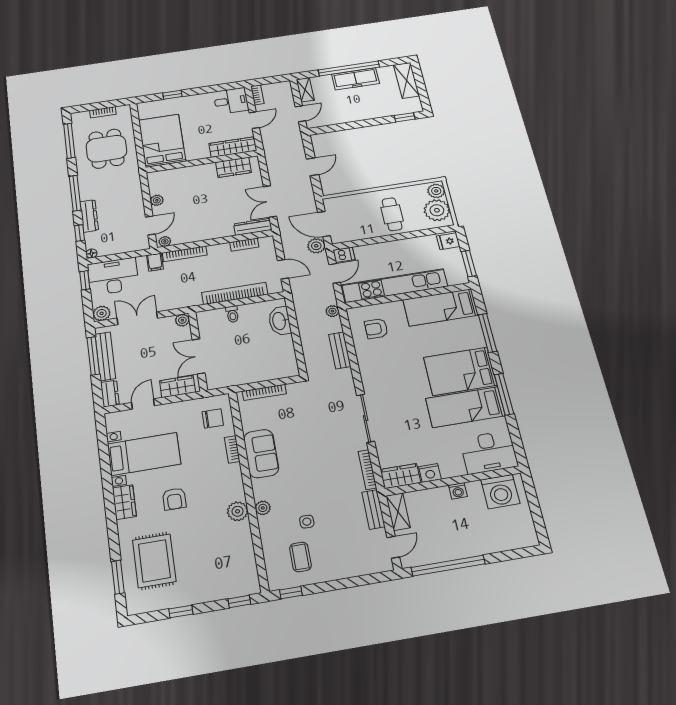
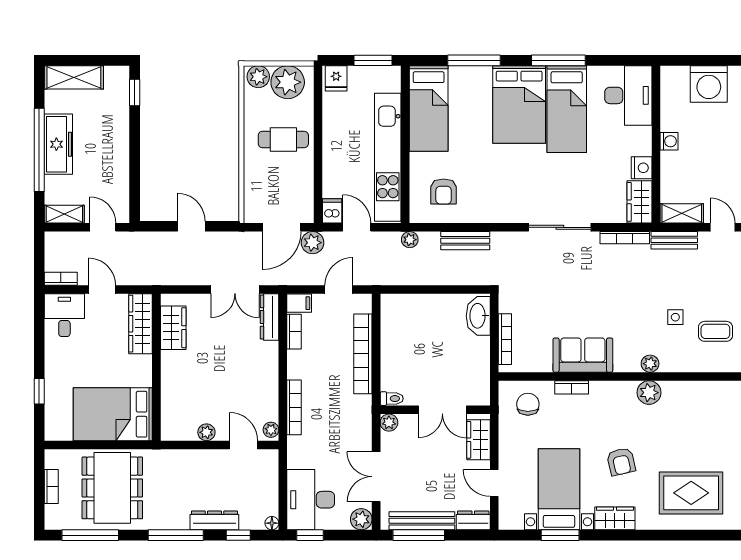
dining table: (106, 149) -> (112, 488), width x1.37
filing cabinet: (155, 262) -> (299, 303), moved
toilet: (232, 314) -> (392, 399), moved
washbasin: (280, 321) -> (478, 316), moved, turned 90
washing machine: (500, 492) -> (709, 84), moved, turned 90
armchair: (174, 499) -> (621, 462), turned 77
window: (118, 577) -> (560, 535), moved

